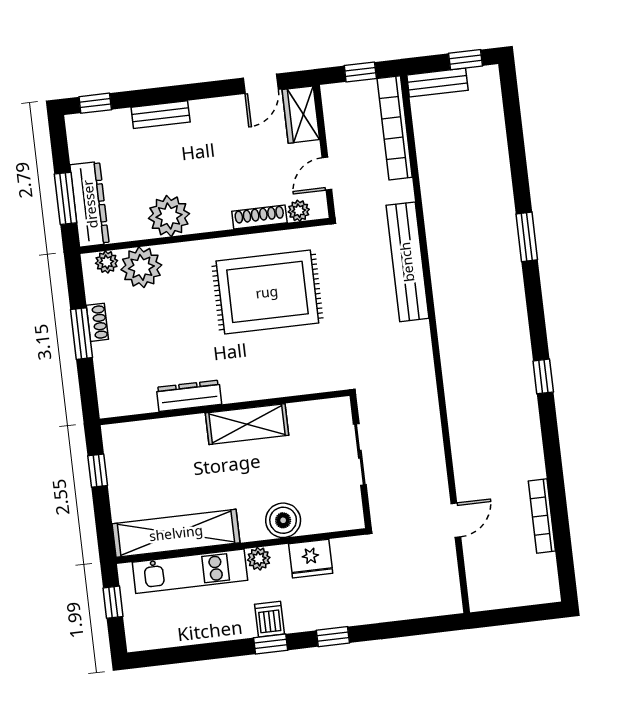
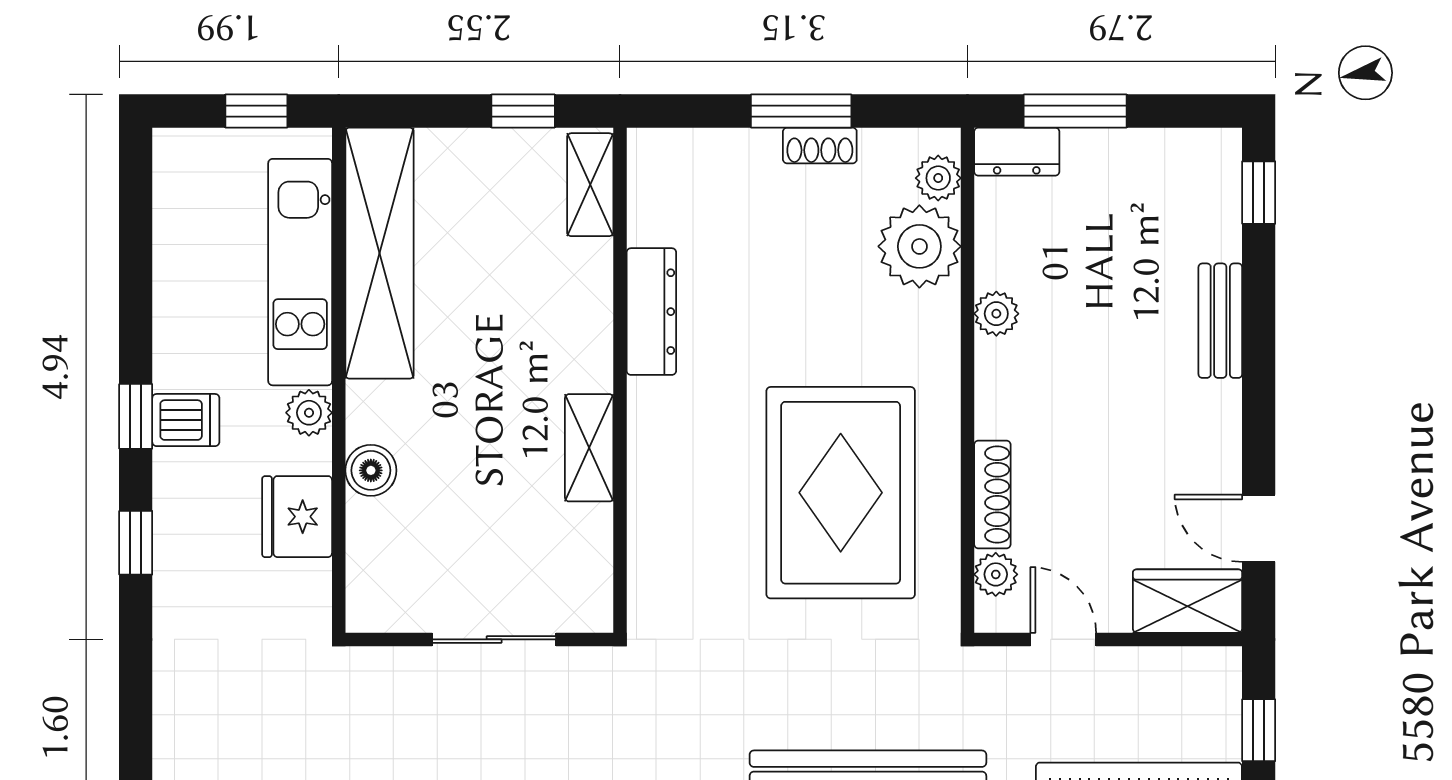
dresser: (90, 204) -> (1017, 152), width x0.51, depth x0.80
plant: (169, 216) -> (996, 314), width x0.53, depth x0.53
shelving: (247, 424) -> (589, 448), width x0.67, depth x0.75
shelving: (130, 433) -> (590, 185), added
boiler: (283, 520) -> (371, 470), width x0.73, depth x0.73

